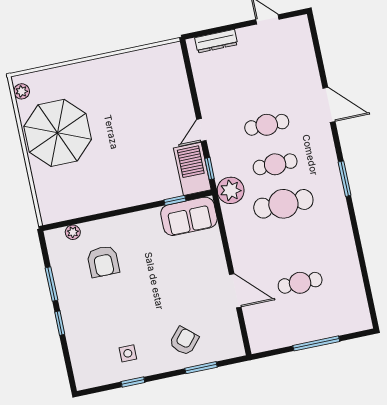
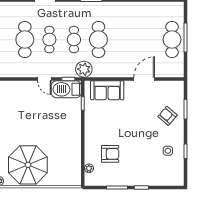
cafe table: (258, 85) -> (25, 40), added
sofa: (189, 216) -> (107, 90), moved, turned 90
cafe table: (300, 283) -> (172, 40), moved, width x1.37, depth x1.35

